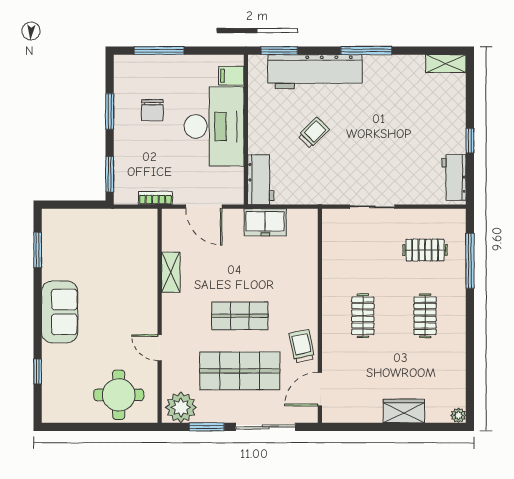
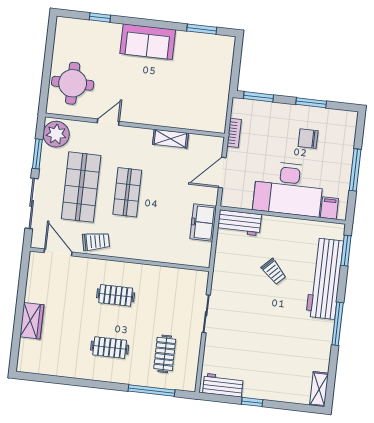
window: (159, 51) -> (355, 170), moved
plant: (458, 415) -> (23, 366), removed

